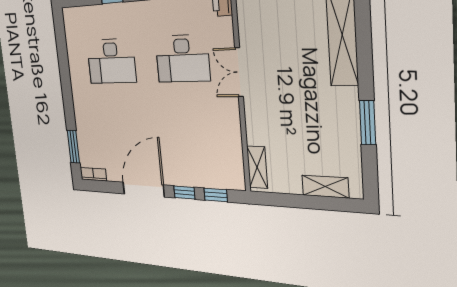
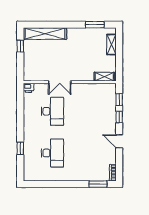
window: (368, 123) -> (95, 25), moved
door: (143, 189) -> (119, 141), width x0.53

